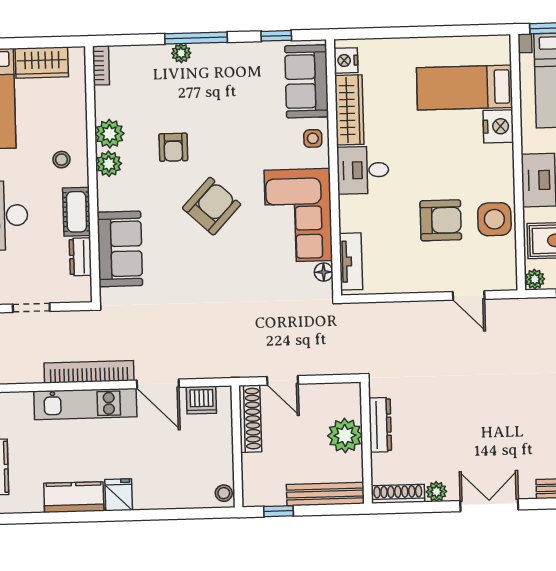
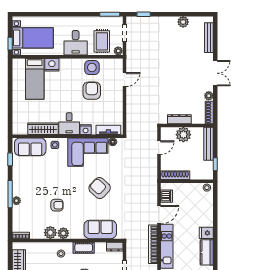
nightstand: (346, 60) -> (86, 130), moved
armchair: (212, 206) -> (100, 188), moved
dresser: (80, 257) -> (115, 247), moved
door: (283, 380) -> (159, 148), moved
double door: (489, 505) -> (215, 73), swing flipped

